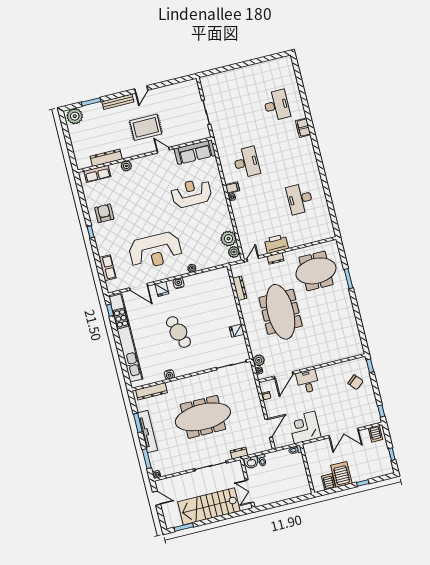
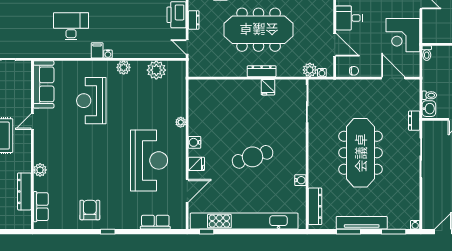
armchair: (104, 213) -> (90, 210), turned 90
plant: (234, 252) -> (124, 67), moved
dresser: (240, 288) -> (262, 71), moved

